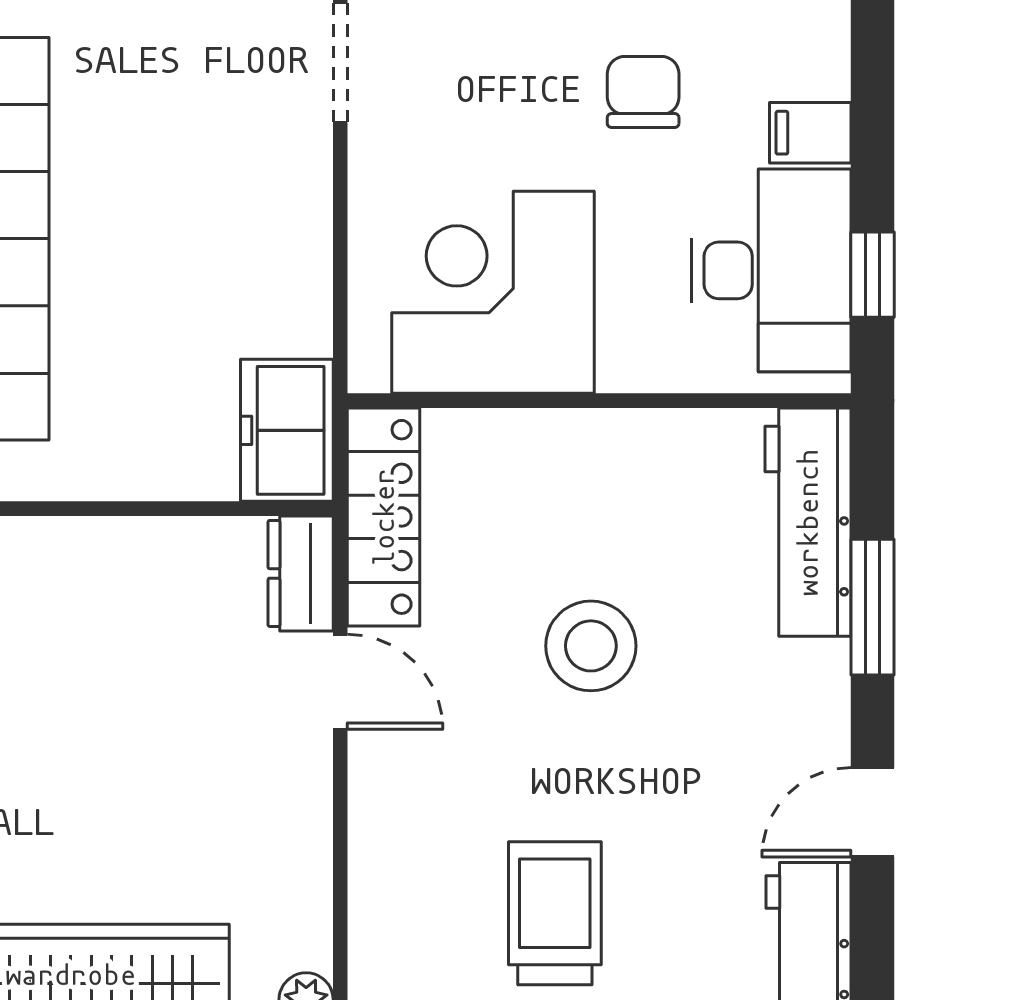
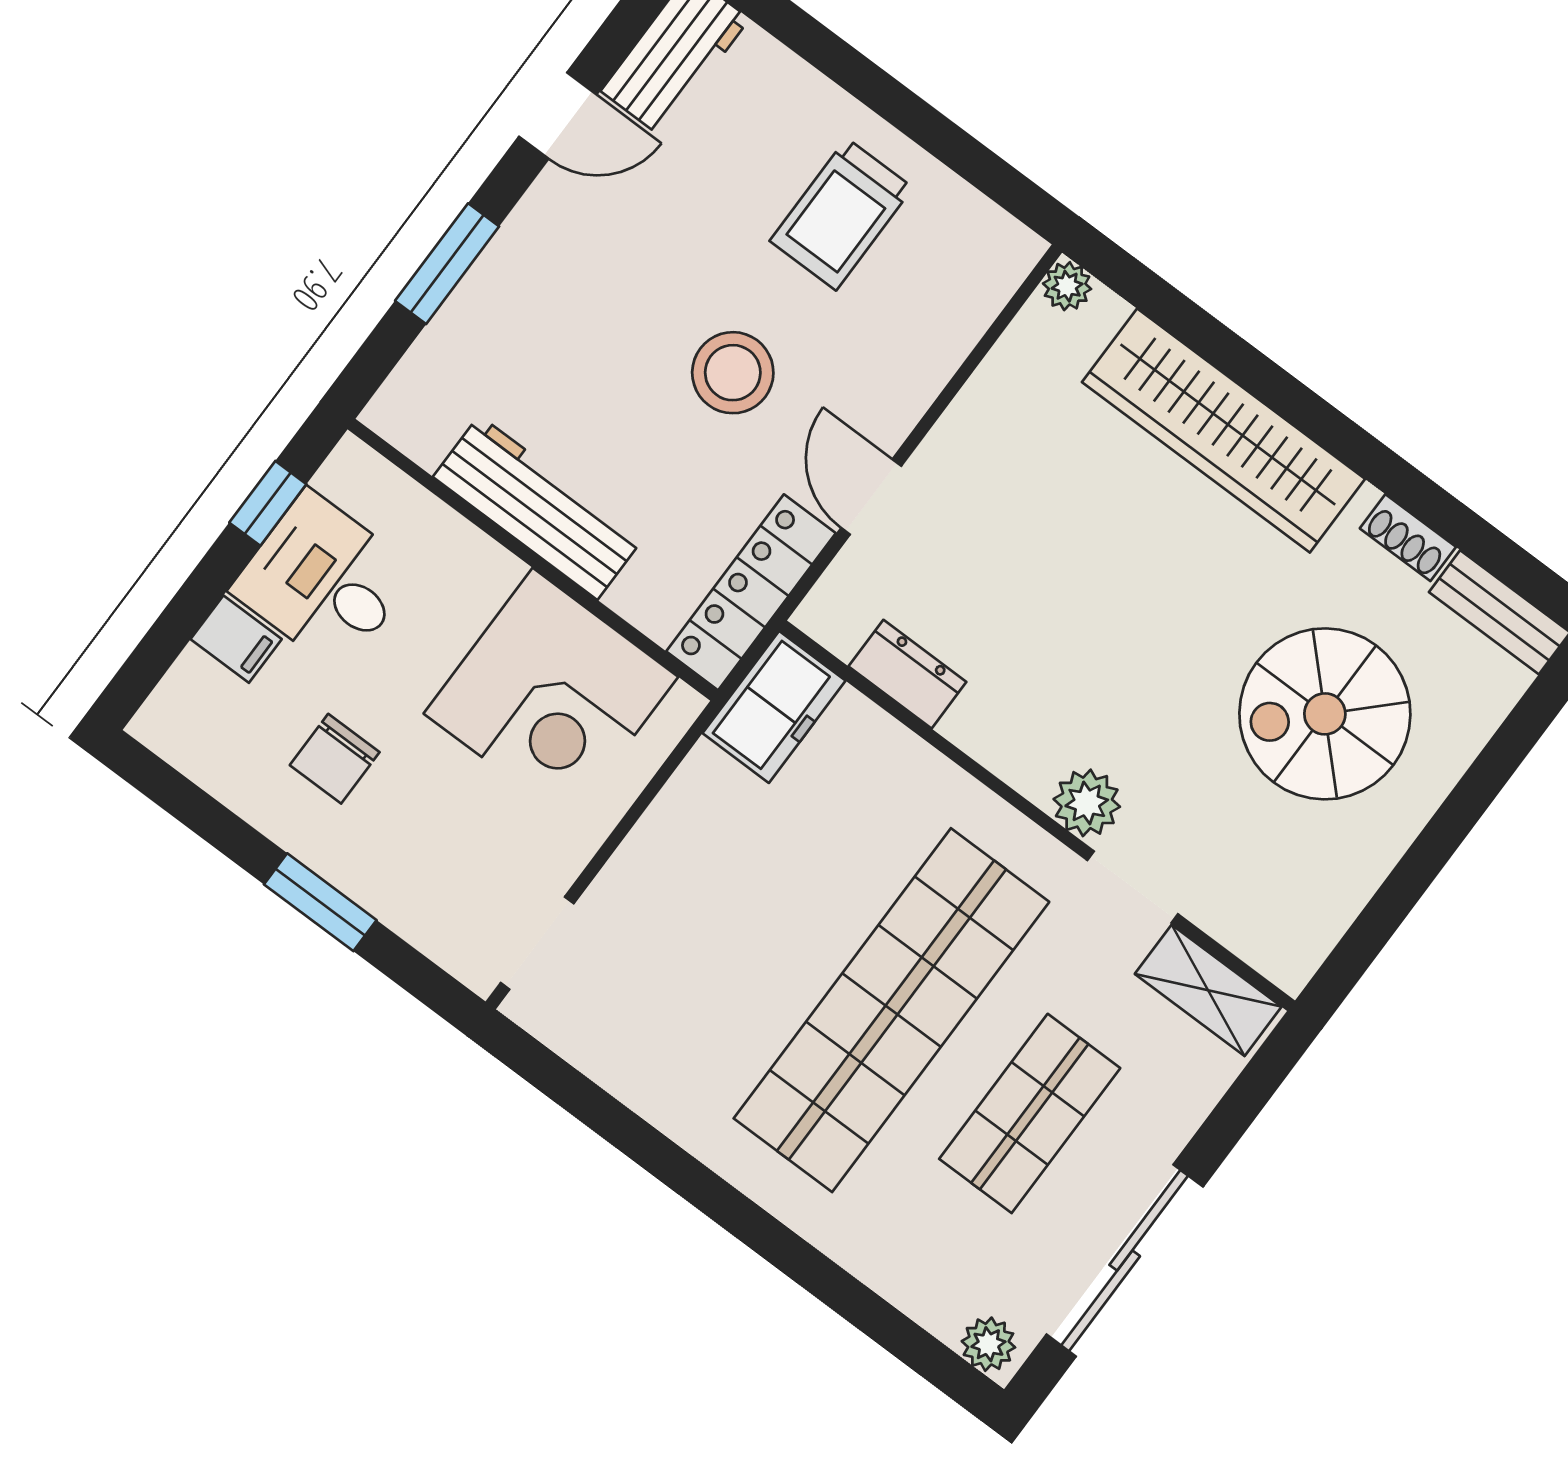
desk: (771, 270) -> (324, 581), width x0.73
workbench: (808, 522) -> (538, 507), moved, turned -90
dresser: (301, 573) -> (907, 674), moved, turned -90
stool: (591, 646) -> (733, 373), moved

